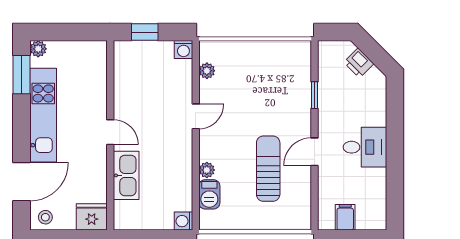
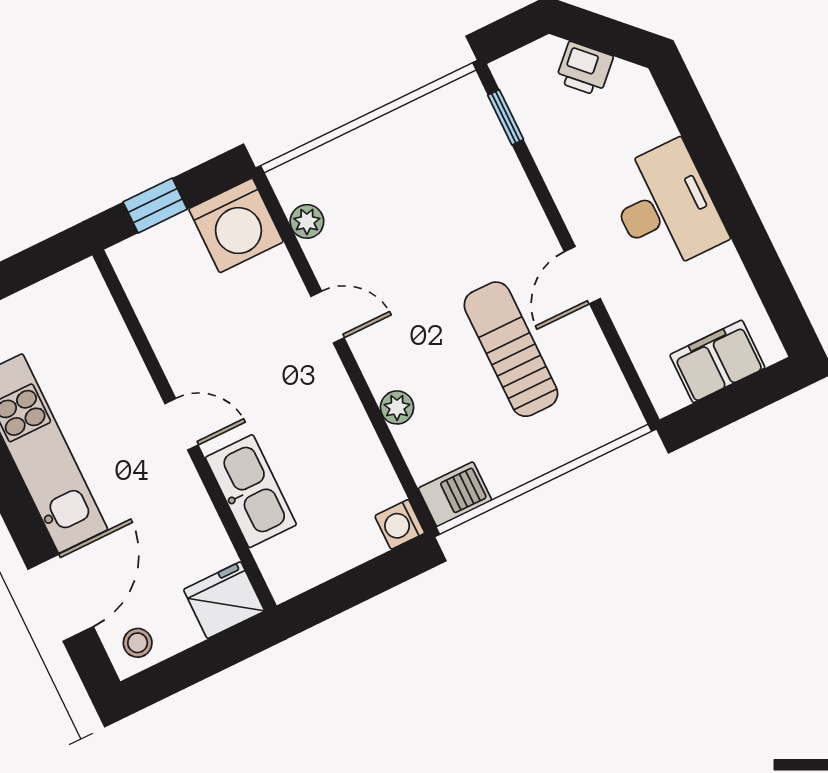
washing machine: (183, 49) -> (236, 225), width x1.89, depth x1.89
window: (315, 95) -> (506, 117), moved
door: (196, 116) -> (327, 317), hinge flipped
desk: (365, 147) -> (666, 207), width x1.37
barbecue: (209, 194) -> (455, 494), moved, turned -90
filing cabinet: (345, 217) -> (717, 361), width x2.00

